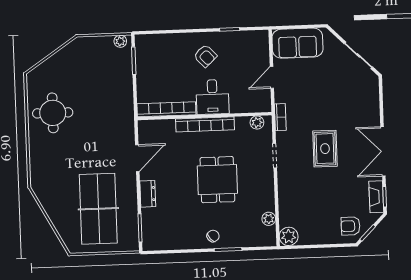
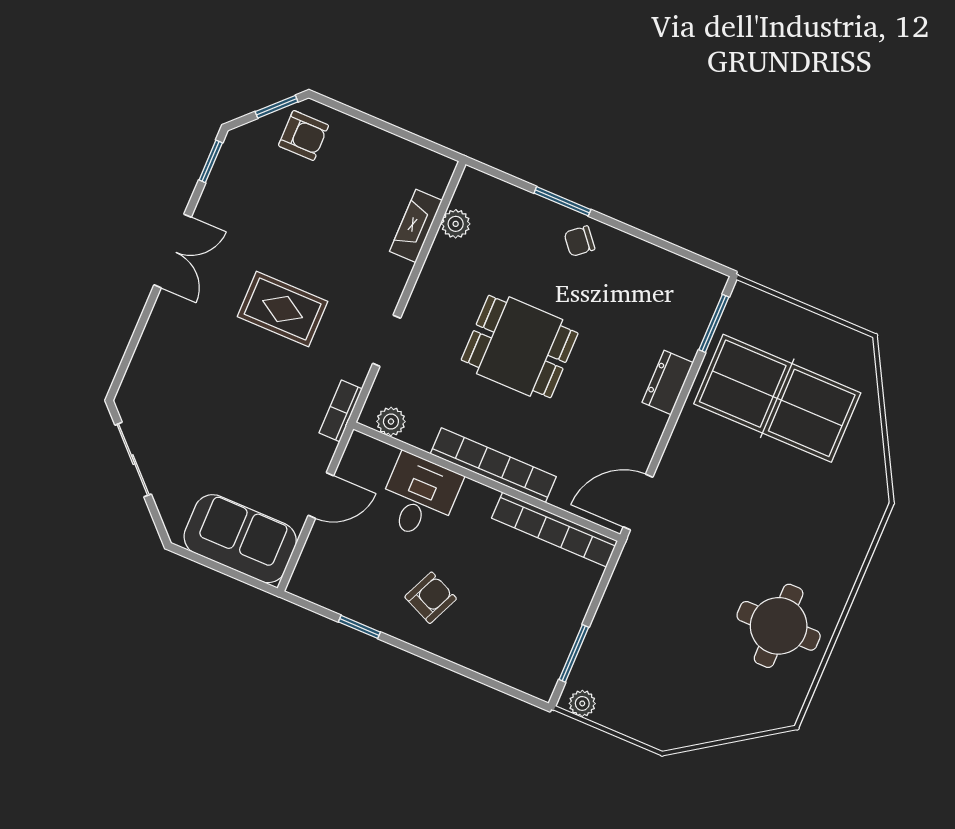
armchair: (205, 56) -> (431, 598), turned 67
desk: (212, 97) -> (419, 497), moved
rug: (325, 149) -> (283, 309), turned 90
double door: (383, 151) -> (173, 251), width x0.73
door: (137, 158) -> (638, 502), moved
dining table: (217, 180) -> (520, 347), turned 90
fireplace: (376, 197) -> (416, 226), moved, turned 180
table tennis table: (98, 209) -> (777, 398), turned 90
plant: (289, 236) -> (433, 172), removed

